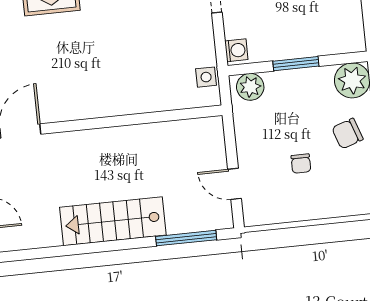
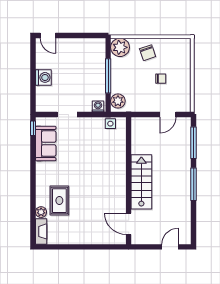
window: (296, 64) -> (108, 76), width x1.44
stairs: (113, 221) -> (141, 182), moved, turned 180
window: (108, 246) -> (194, 184), added

